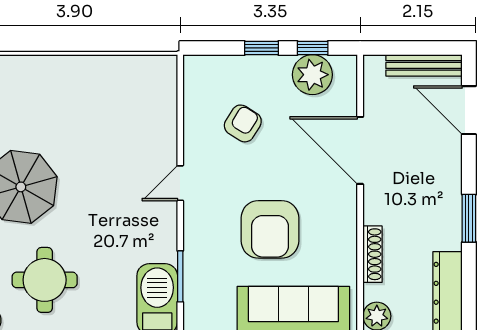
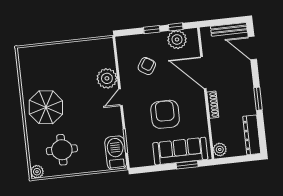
plant: (156, 140) -> (107, 78), added
armchair: (270, 229) -> (165, 114), turned 180
shoe rack: (372, 254) -> (213, 105), moved

